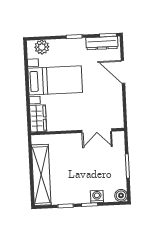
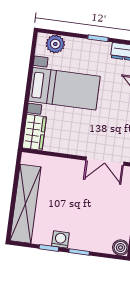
washing machine: (97, 197) -> (60, 239), moved

